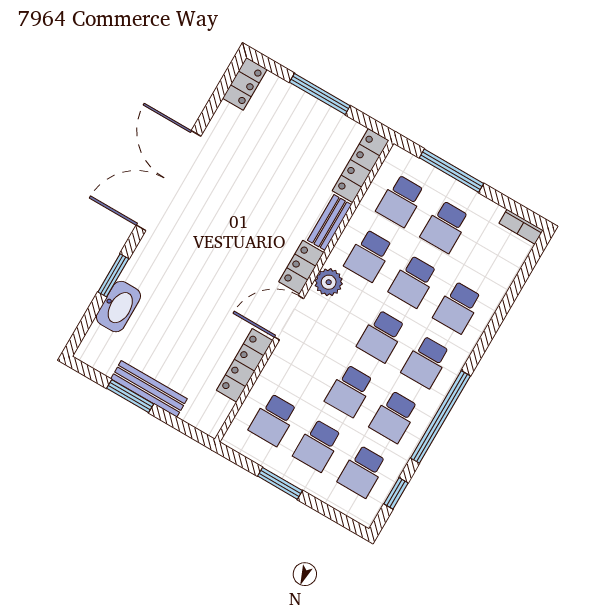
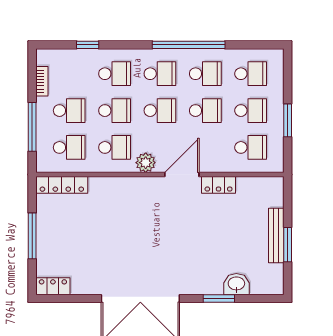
bench: (330, 223) -> (108, 184), removed
bookcase: (521, 227) -> (42, 81), moved
locker: (301, 267) -> (146, 185), removed
washbasin: (118, 307) -> (236, 284), width x0.72
door: (289, 318) -> (182, 174), swing flipped
locker: (245, 365) -> (219, 185), width x0.66
window: (396, 493) -> (88, 45), moved

